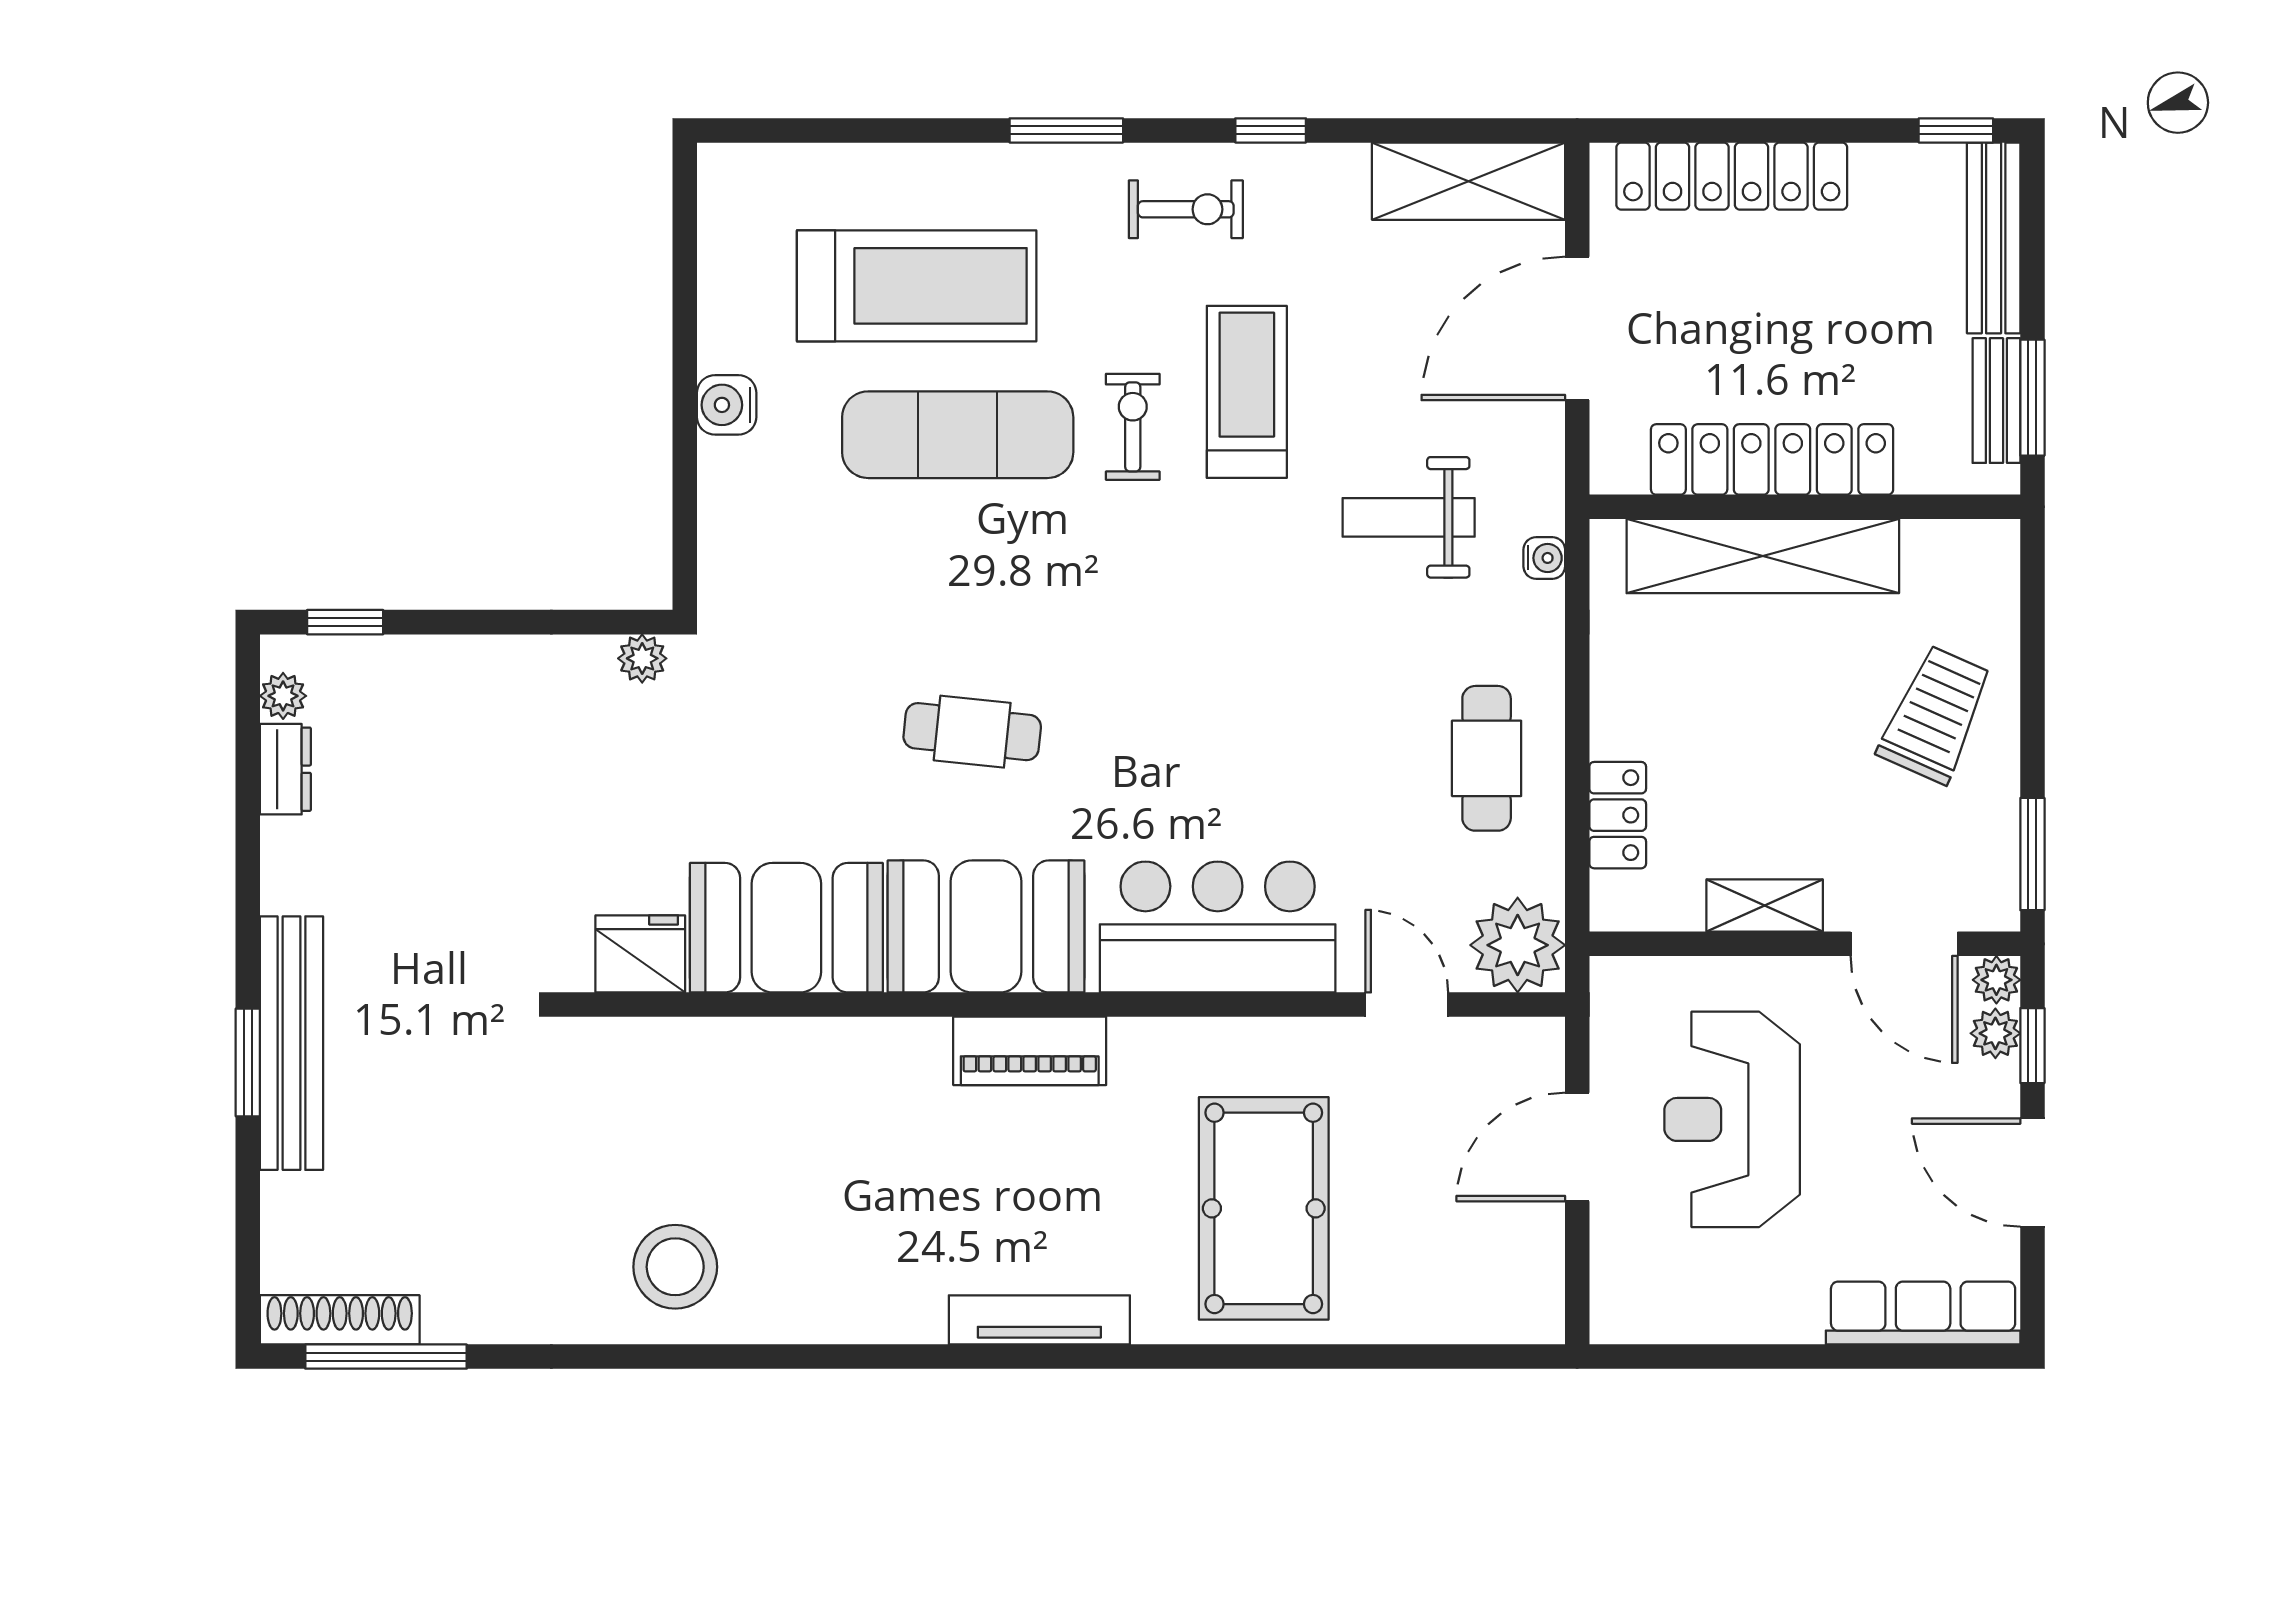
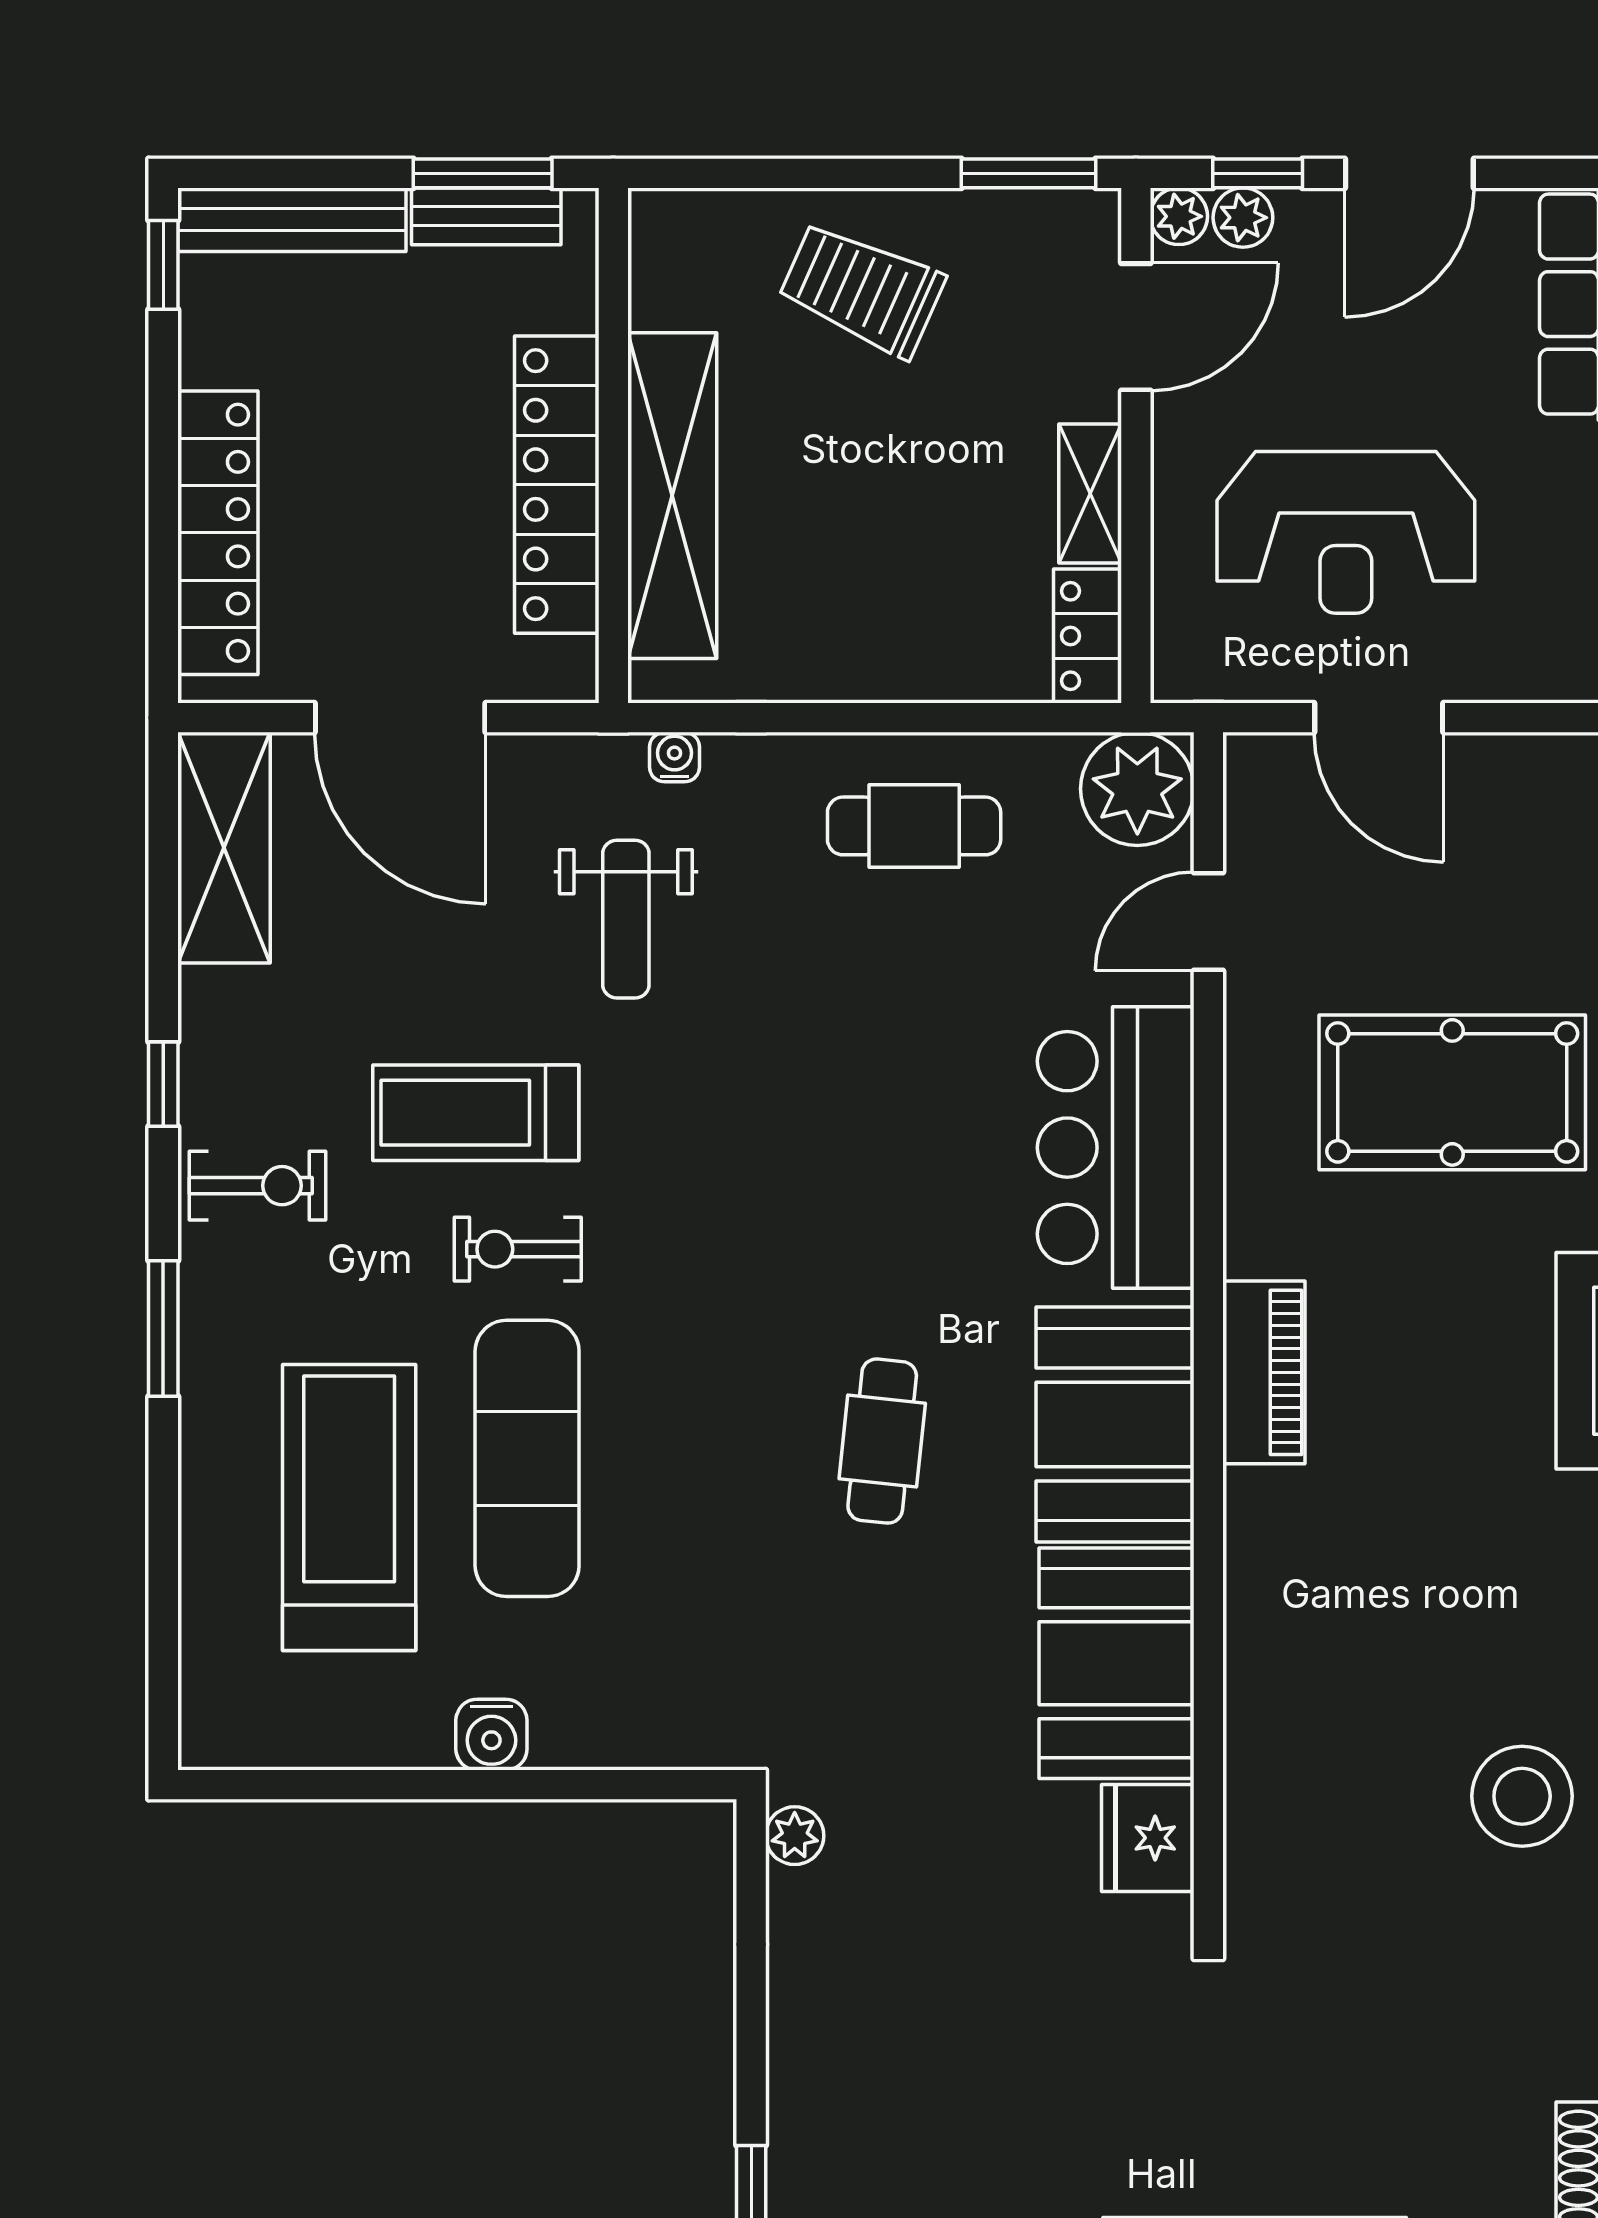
exercise bike: (1186, 209) -> (258, 1186), turned 90
locker: (1618, 815) -> (1087, 636), moved, turned -90

